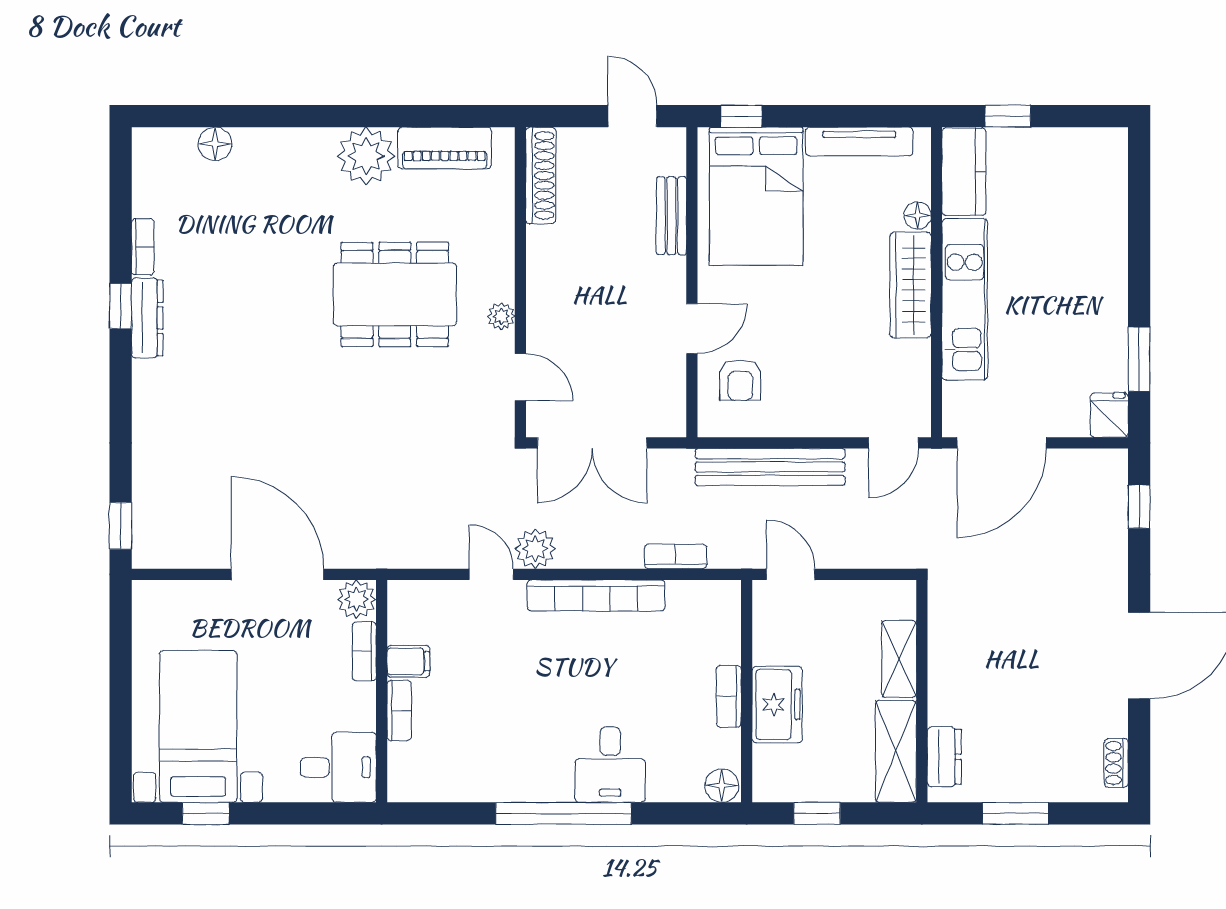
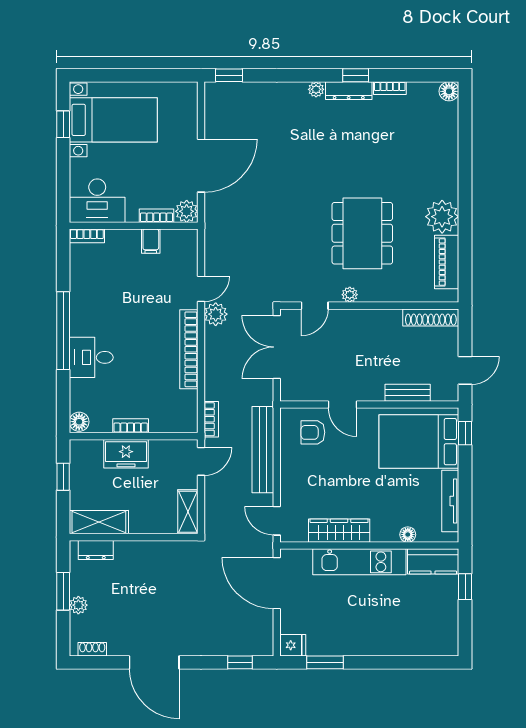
floor lamp: (215, 144) -> (449, 91), moved
wardrobe: (911, 285) -> (339, 531), moved
plant: (145, 375) -> (316, 89), added
bookcase: (676, 556) -> (211, 419), moved
shelving: (899, 659) -> (188, 512), moved, turned 90
bookcase: (399, 711) -> (87, 236), moved
desk: (338, 767) -> (97, 201), width x1.37
plant: (1040, 787) -> (78, 605), added

